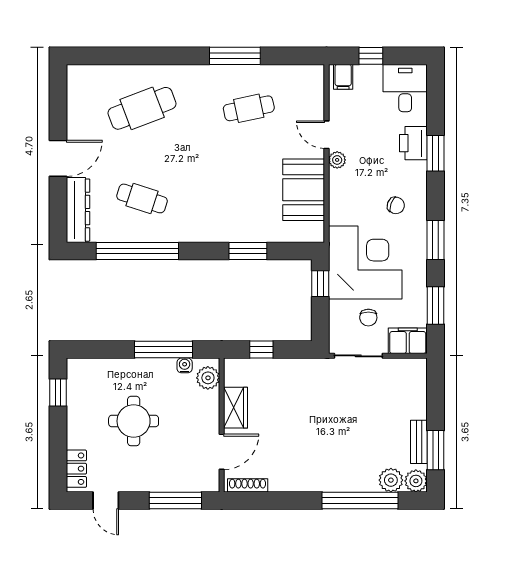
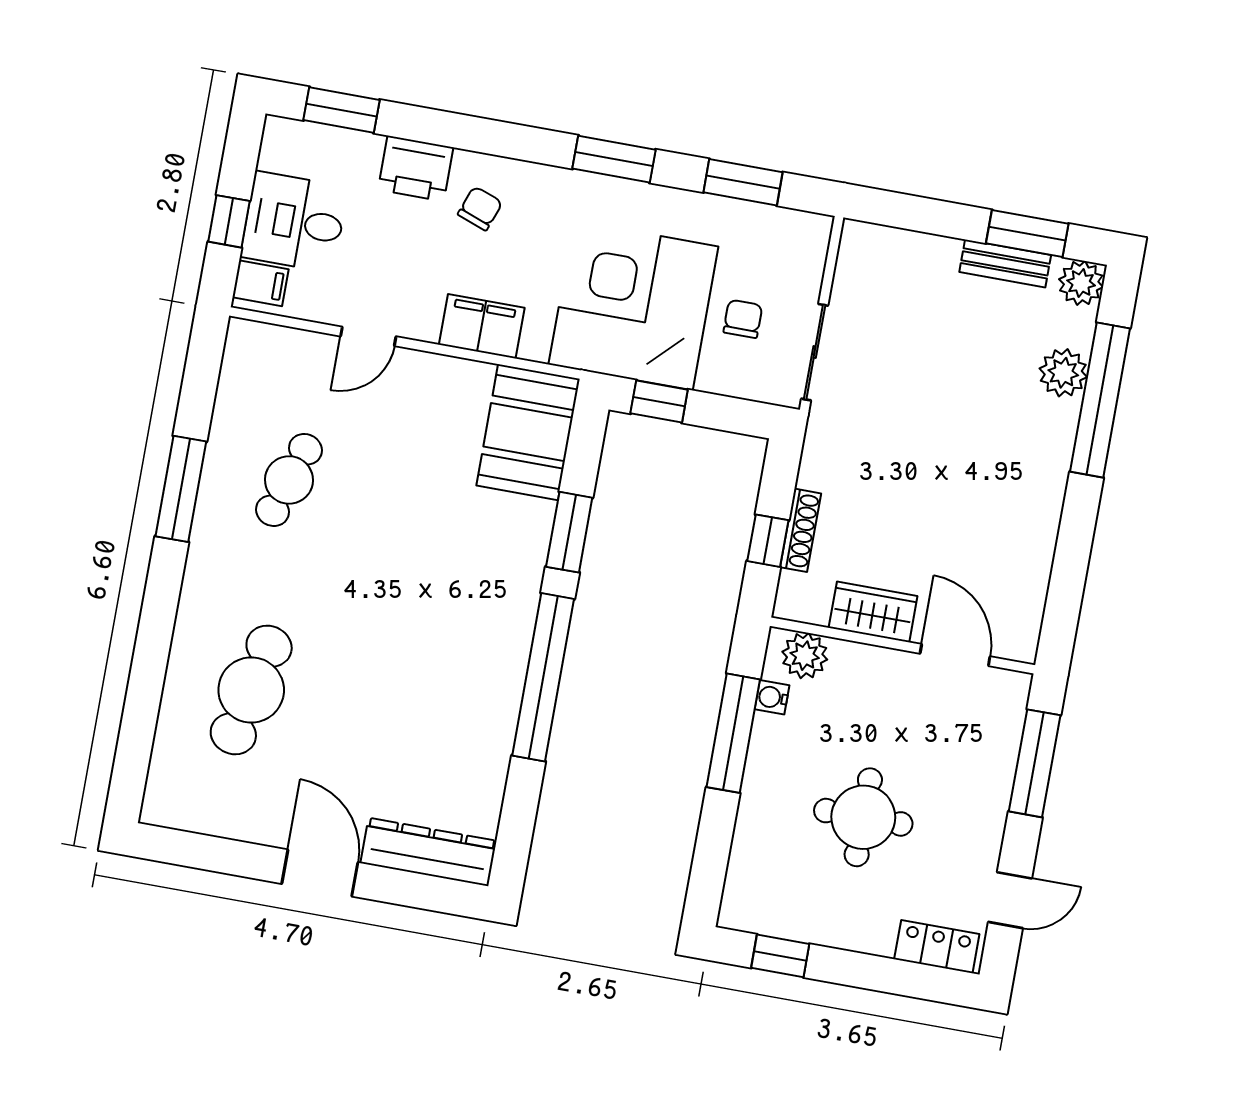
desk: (405, 88) -> (294, 222), moved
cafe table: (142, 108) -> (251, 690), turned 33
cafe table: (249, 108) -> (289, 480), turned 30
window: (436, 153) -> (341, 110), moved
plant: (337, 160) -> (422, 324), removed
booth: (304, 190) -> (528, 432), moved, turned 90
cafe table: (142, 198) -> (429, 722), removed
chair: (396, 205) -> (480, 208), moved
window: (137, 251) -> (543, 677), moved
chair: (368, 318) -> (743, 319), turned -90
filing cabinet: (408, 341) -> (482, 326), moved, turned 90
plant: (391, 480) -> (1063, 373), moved
shoe rack: (248, 485) -> (801, 530), moved, turned 180

